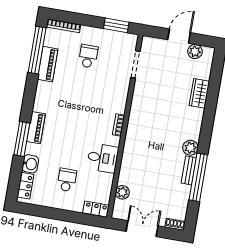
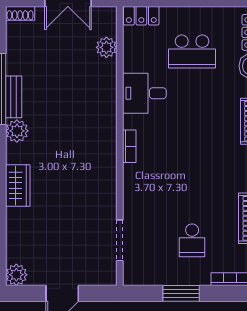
window: (116, 25) -> (181, 293), moved
plant: (195, 51) -> (16, 275), moved
wardrobe: (199, 93) -> (18, 186), moved
school desk: (67, 180) -> (192, 51), width x1.85

